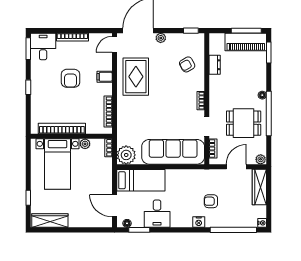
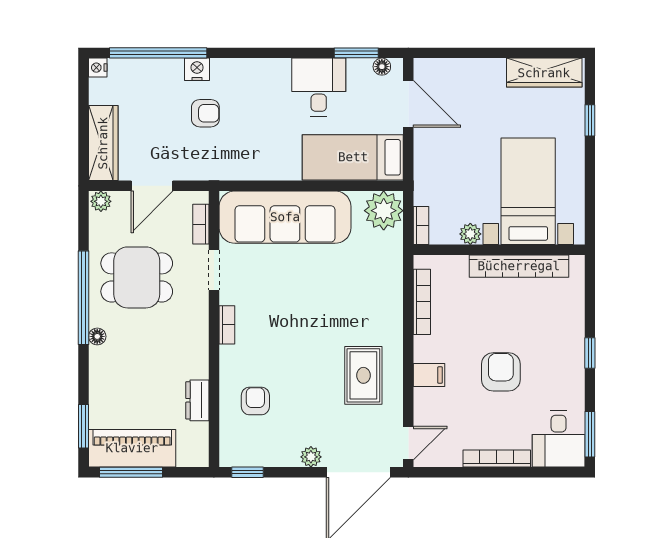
armchair: (187, 64) -> (255, 401), turned -60
rug: (136, 77) -> (363, 375), width x0.73, depth x0.70
nightstand: (199, 222) -> (197, 69), moved

